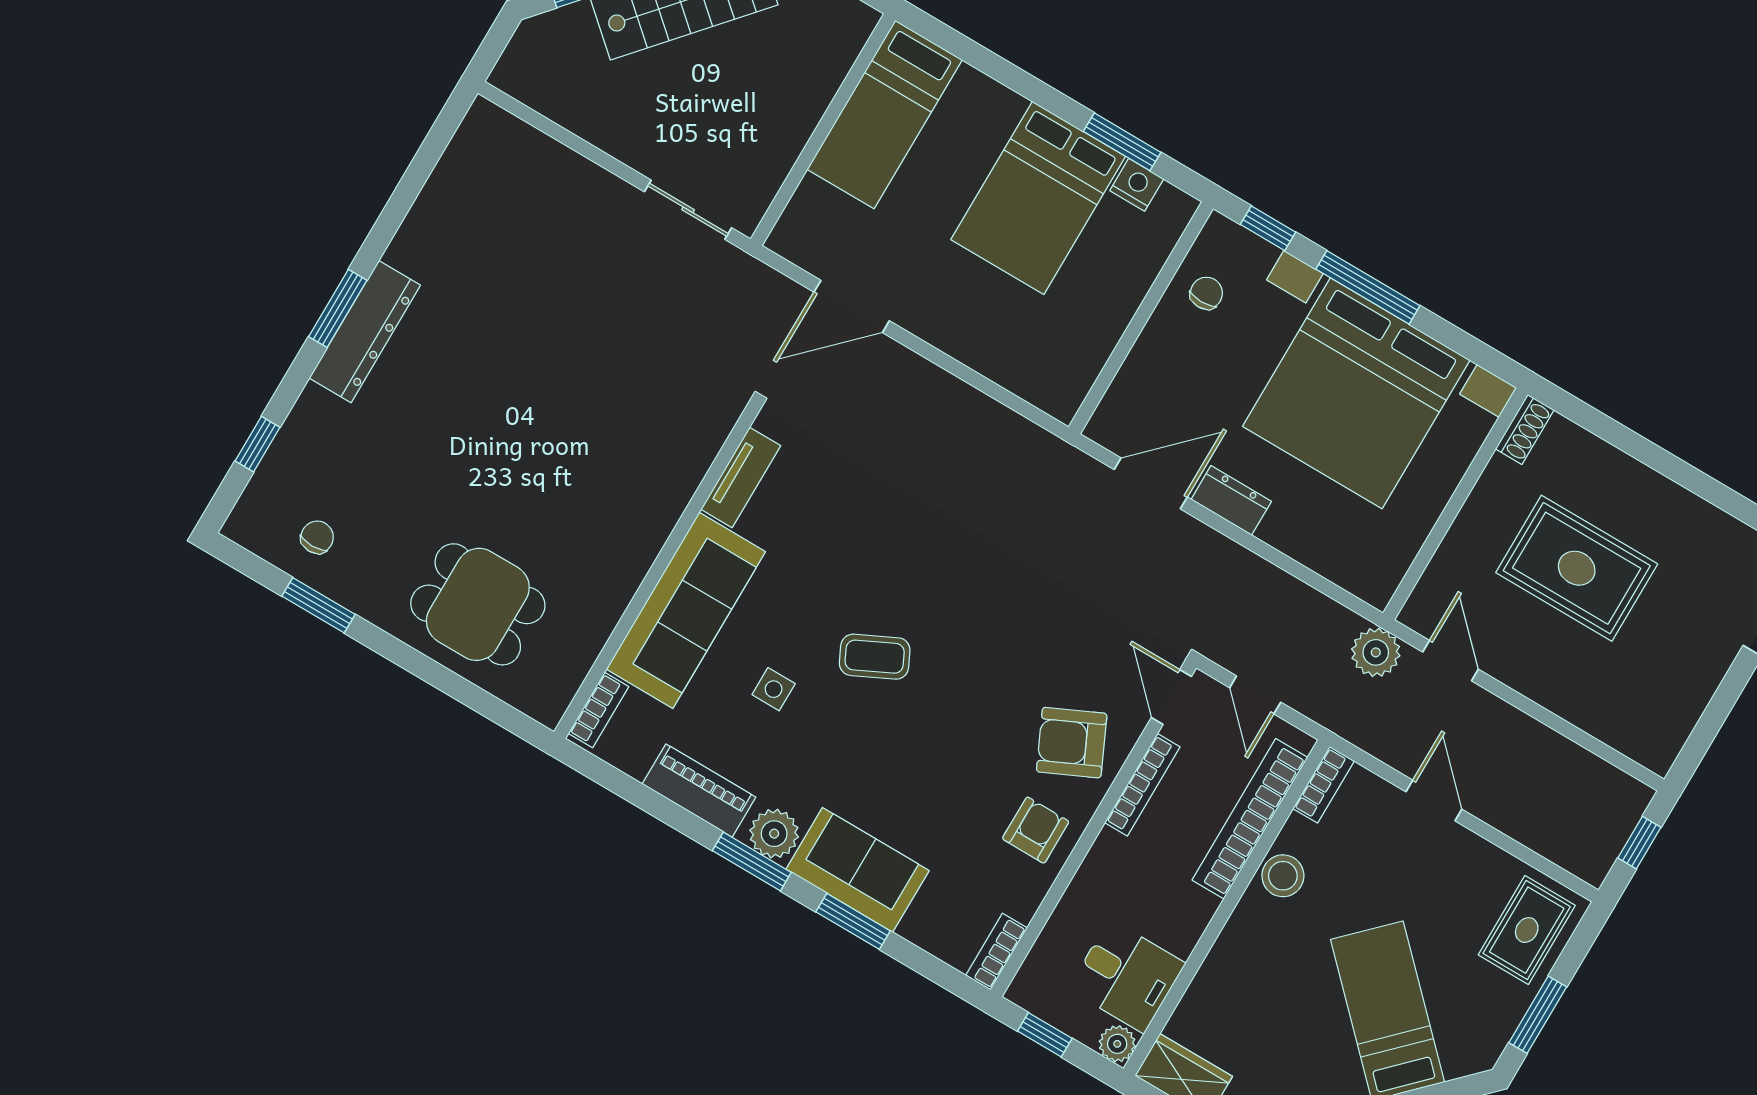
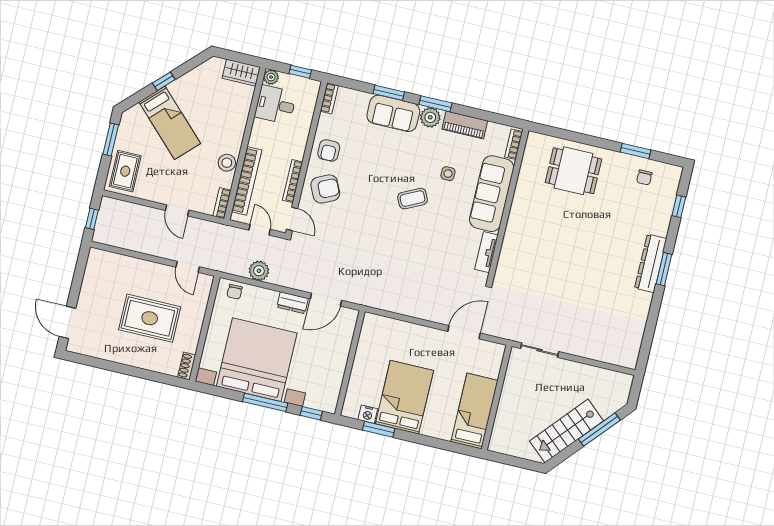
chair: (1206, 293) -> (235, 292), moved
plant: (1376, 652) -> (259, 271), moved

